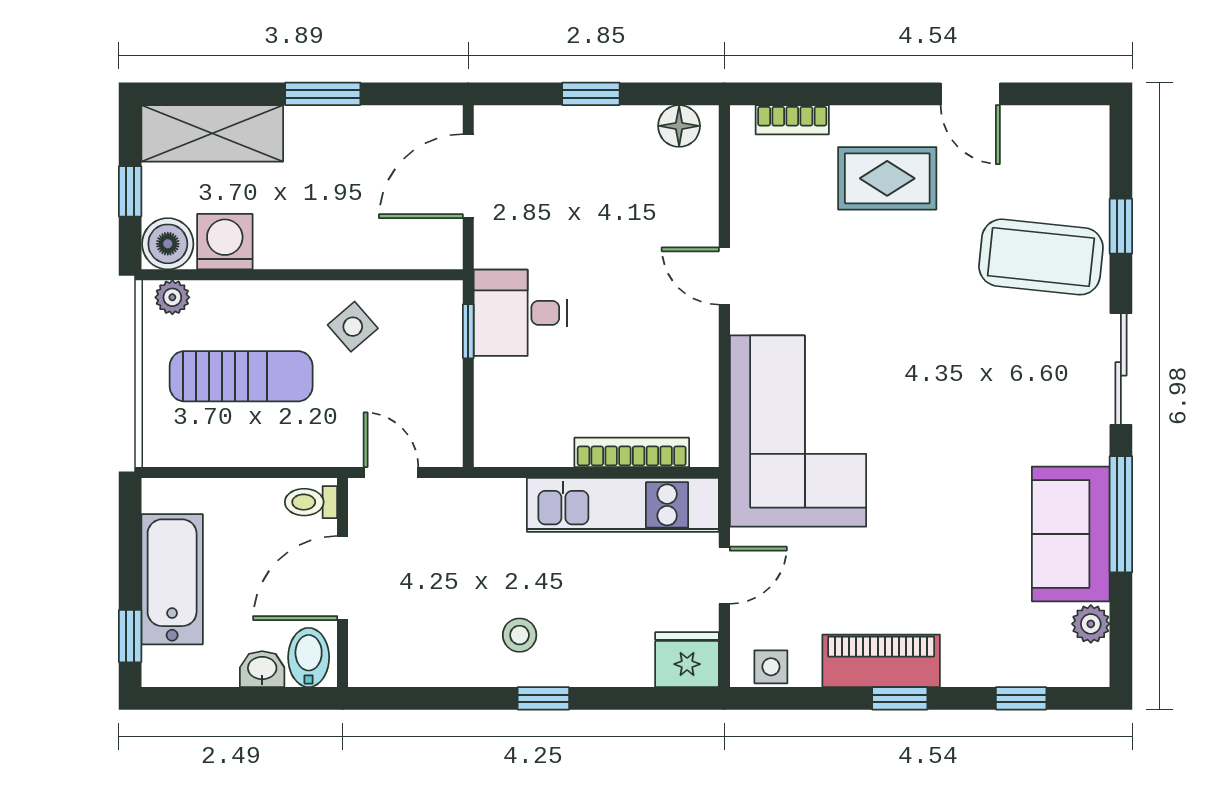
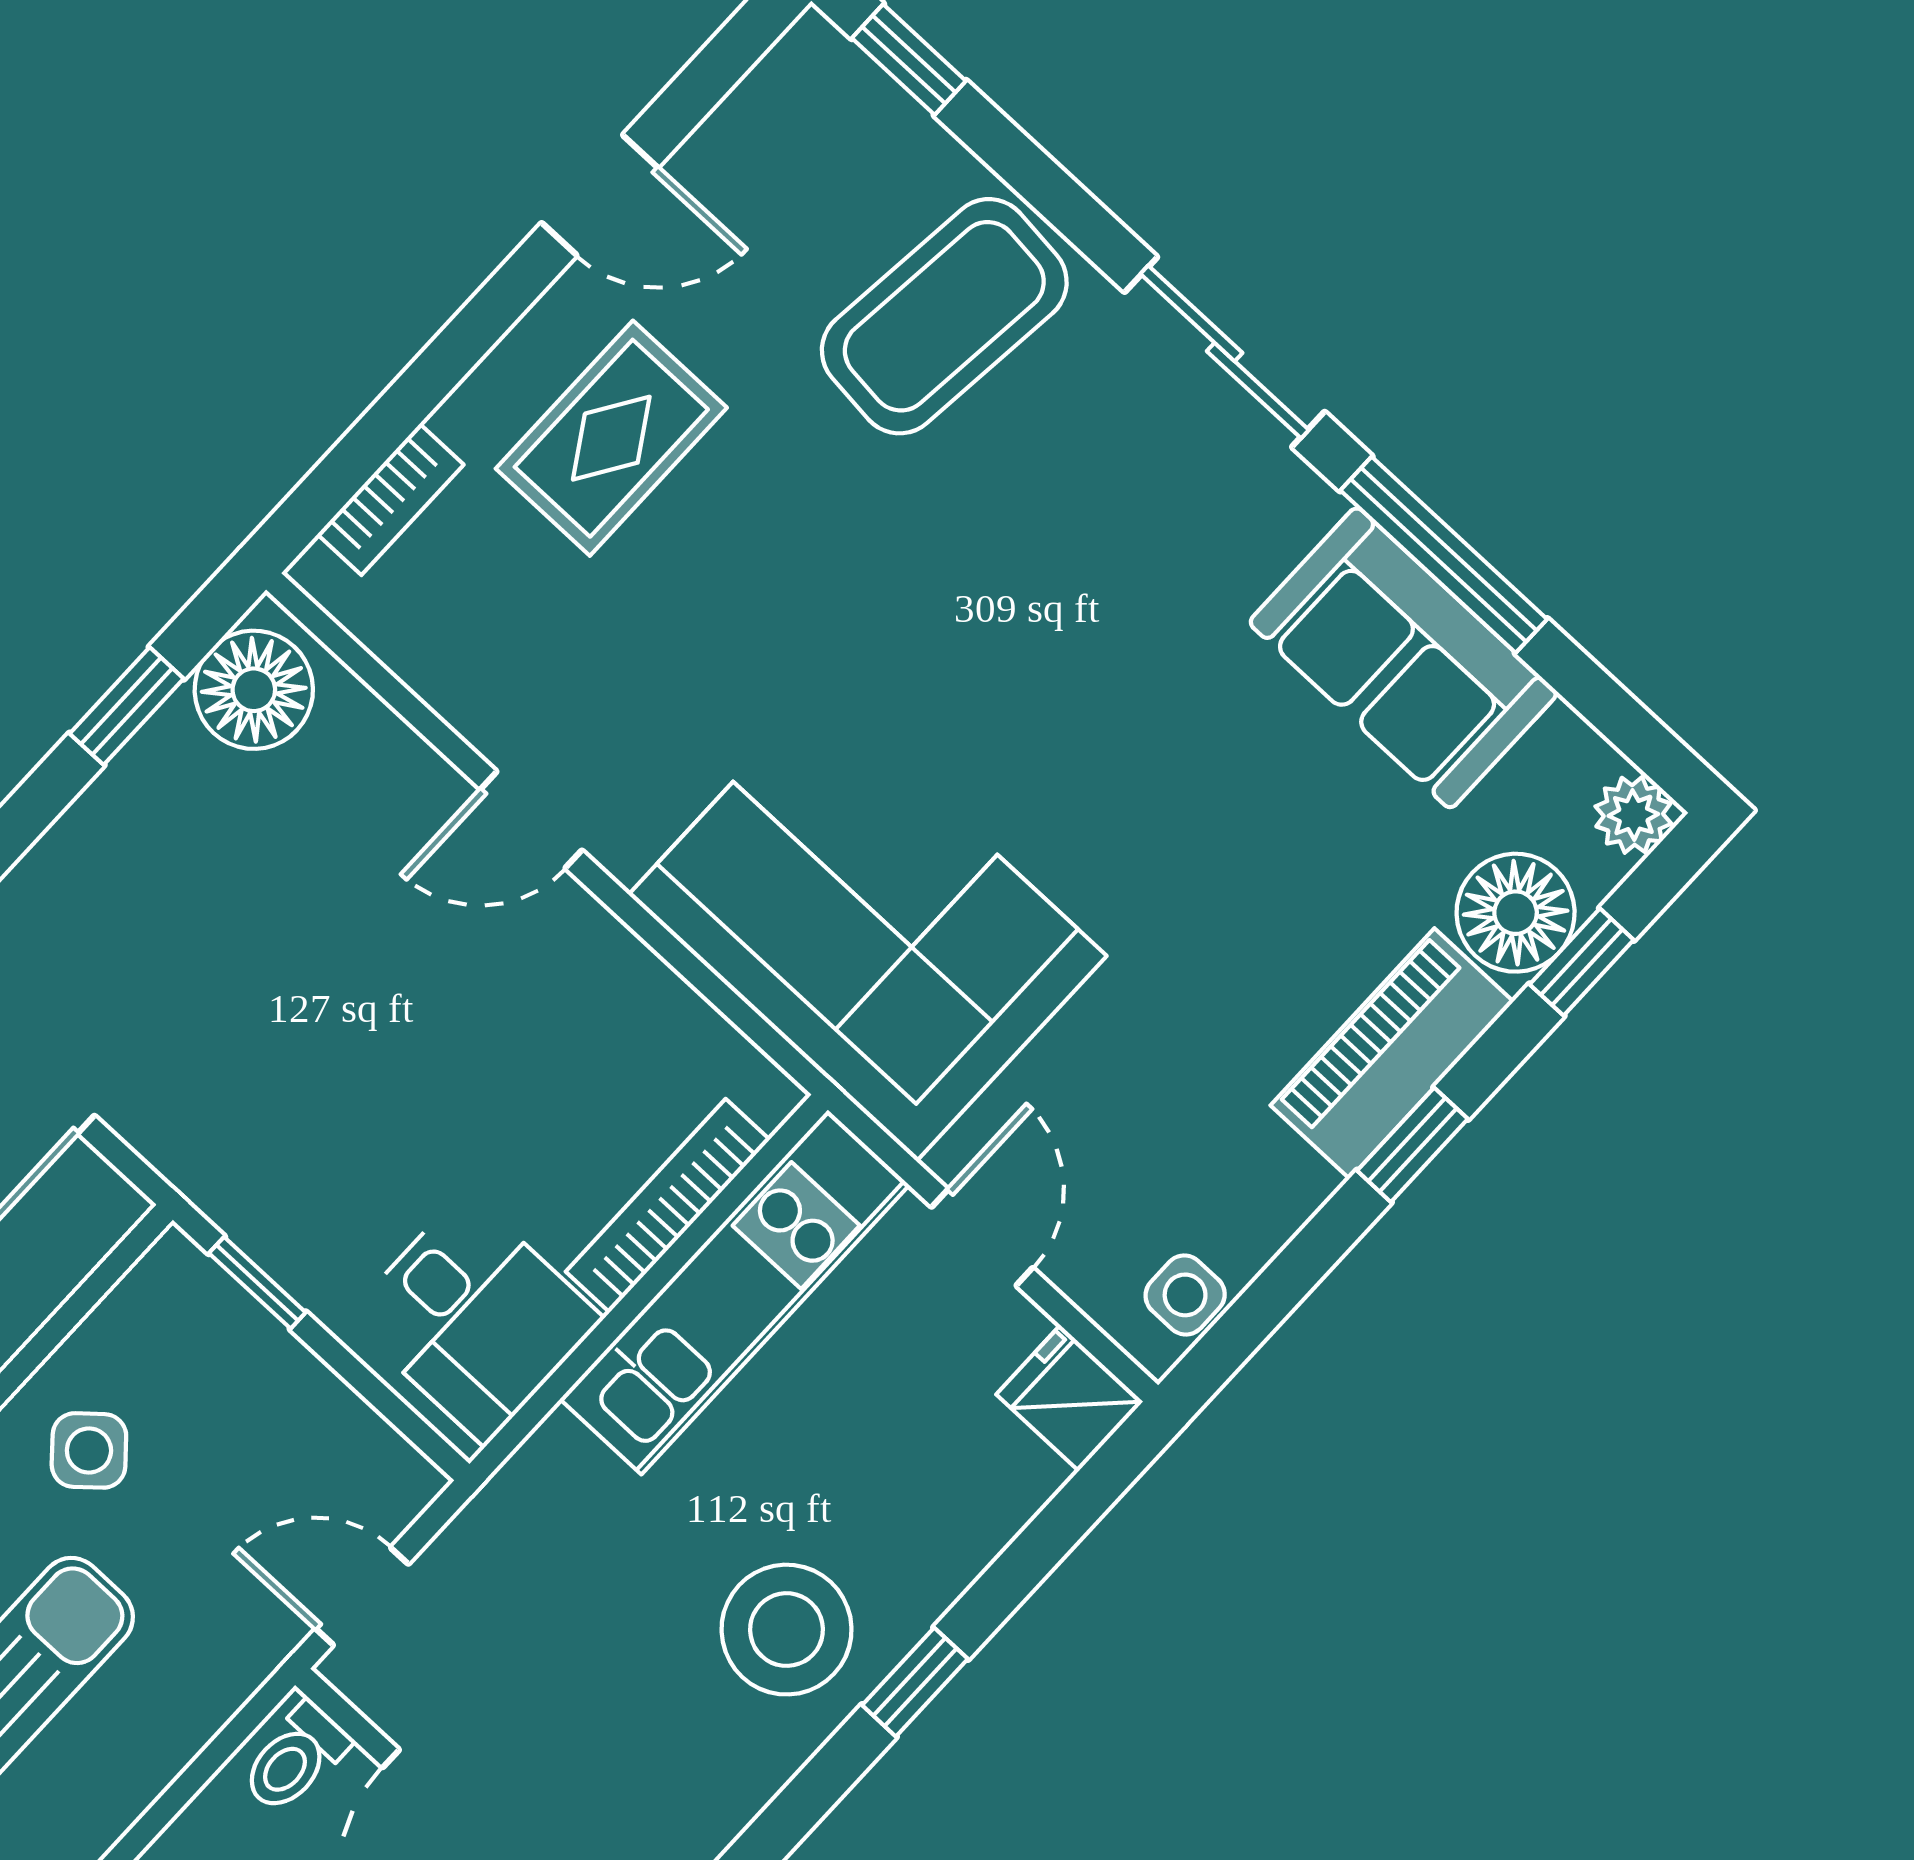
window: (591, 94) -> (127, 706), moved
floor lamp: (679, 126) -> (254, 690), width x1.38, depth x1.38
window: (1121, 226) -> (909, 59), moved
desk: (520, 313) -> (475, 1318), moved, turned -90
plant: (1091, 624) -> (1633, 815), moved
stool: (520, 635) -> (787, 1630), width x1.89, depth x1.89
floor lamp: (1017, 658) -> (1516, 913), added
fridge: (687, 660) -> (1070, 1398), width x0.72
piano: (881, 661) -> (1392, 1053), moved

